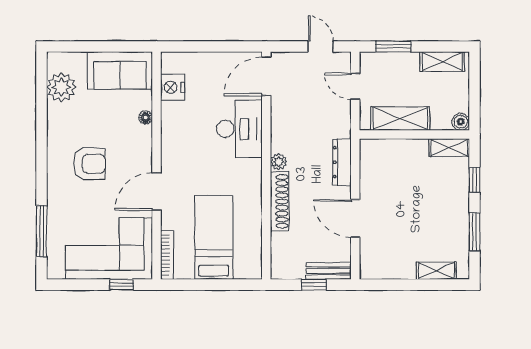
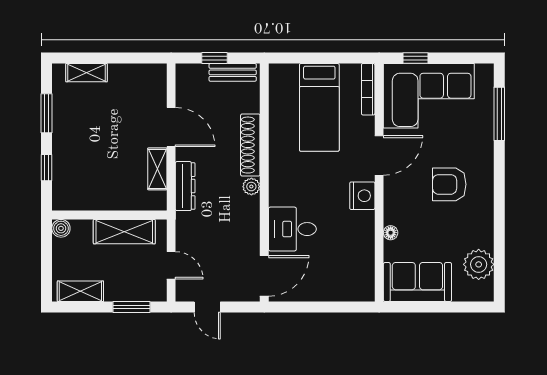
nightstand: (173, 87) -> (362, 196), moved
desk: (239, 129) -> (292, 229), width x0.73
shelving: (449, 148) -> (157, 169), moved, turned 90
bench: (329, 271) -> (233, 72), moved

